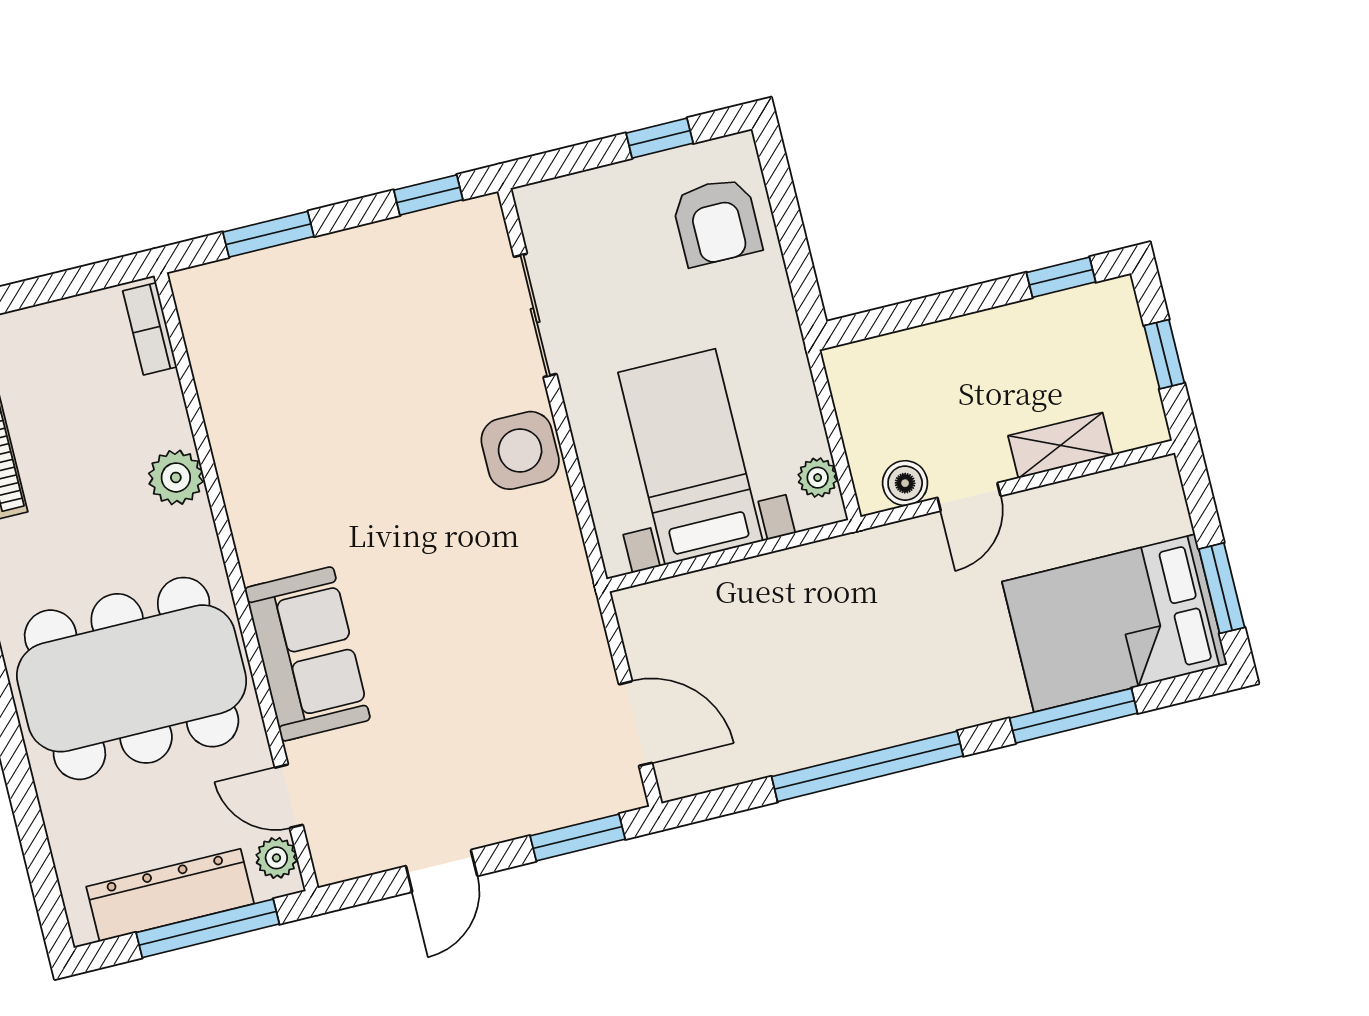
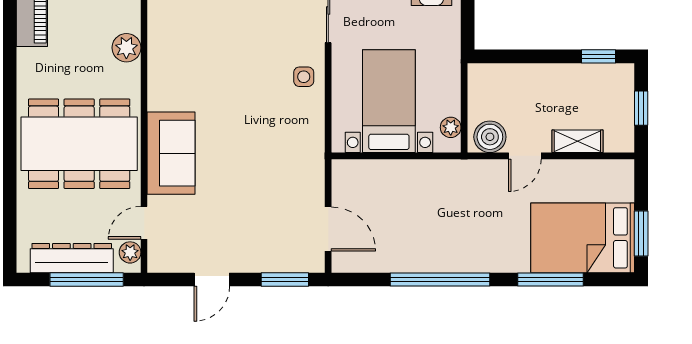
side table: (520, 450) -> (304, 77), width x0.54, depth x0.54
boiler: (905, 483) -> (490, 137), width x1.36, depth x1.36
door: (289, 796) -> (144, 223), hinge flipped

